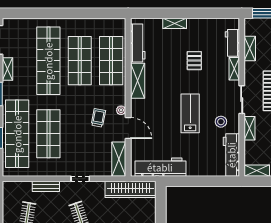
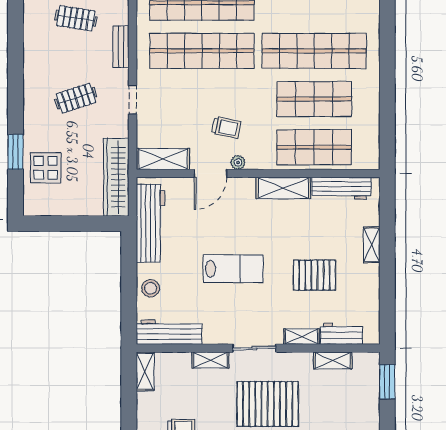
pallet: (194, 61) -> (314, 275), width x1.50, depth x1.42
stool: (221, 122) -> (151, 288), moved
shop shelf: (48, 134) -> (202, 51), width x1.40

